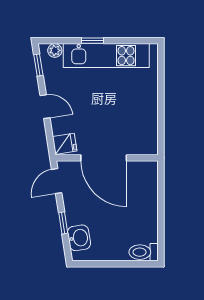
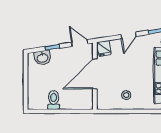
stool: (136, 110) -> (126, 95), added
toilet: (144, 252) -> (54, 100), moved

